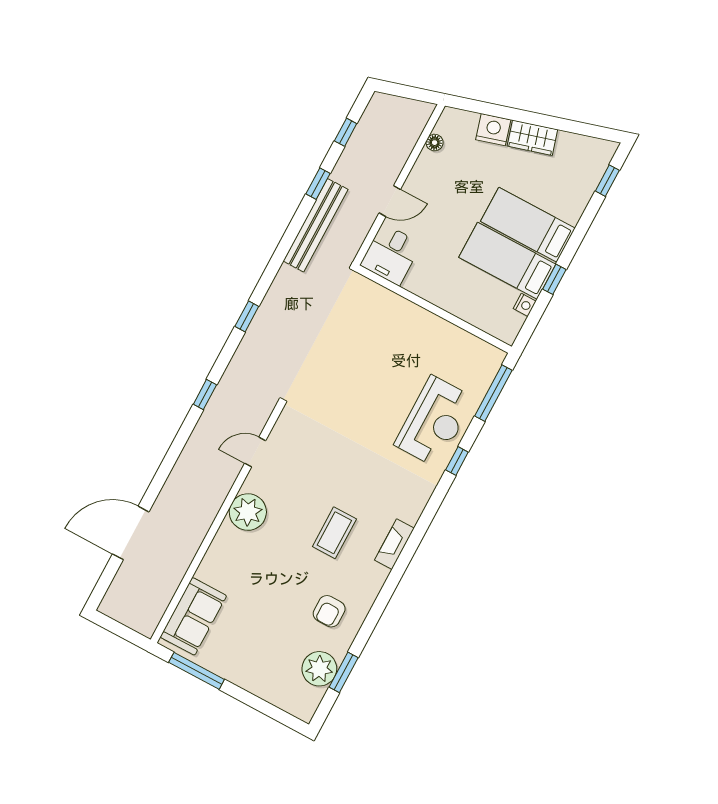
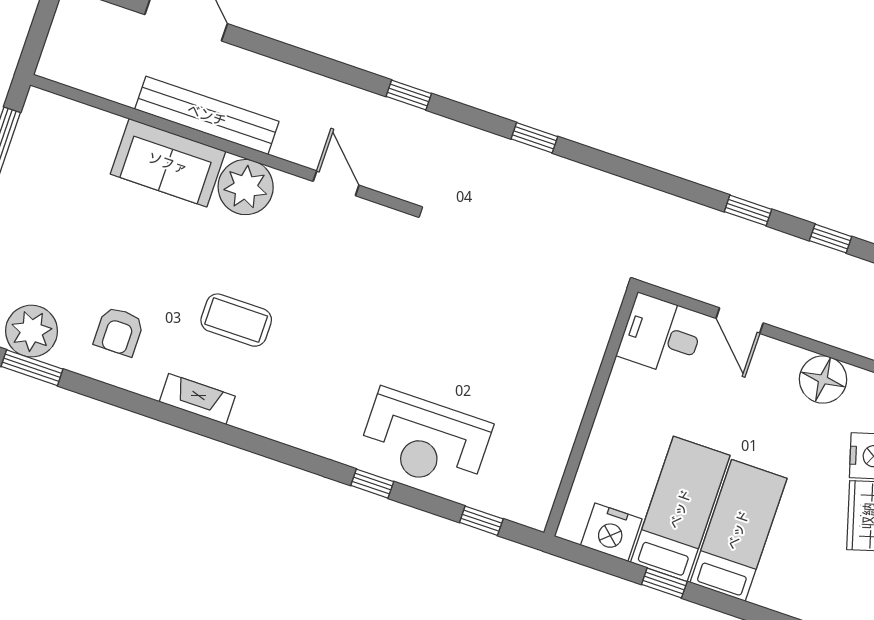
floor lamp: (435, 143) -> (823, 379), width x1.89, depth x1.89
bench: (316, 225) -> (207, 115), moved
nightstand: (525, 305) -> (611, 532), width x1.89, depth x1.79
window: (493, 393) -> (481, 521), width x0.46
fireplace: (394, 544) -> (197, 399), moved
armchair: (329, 611) -> (119, 331), turned -90
sofa: (193, 616) -> (168, 163), moved

